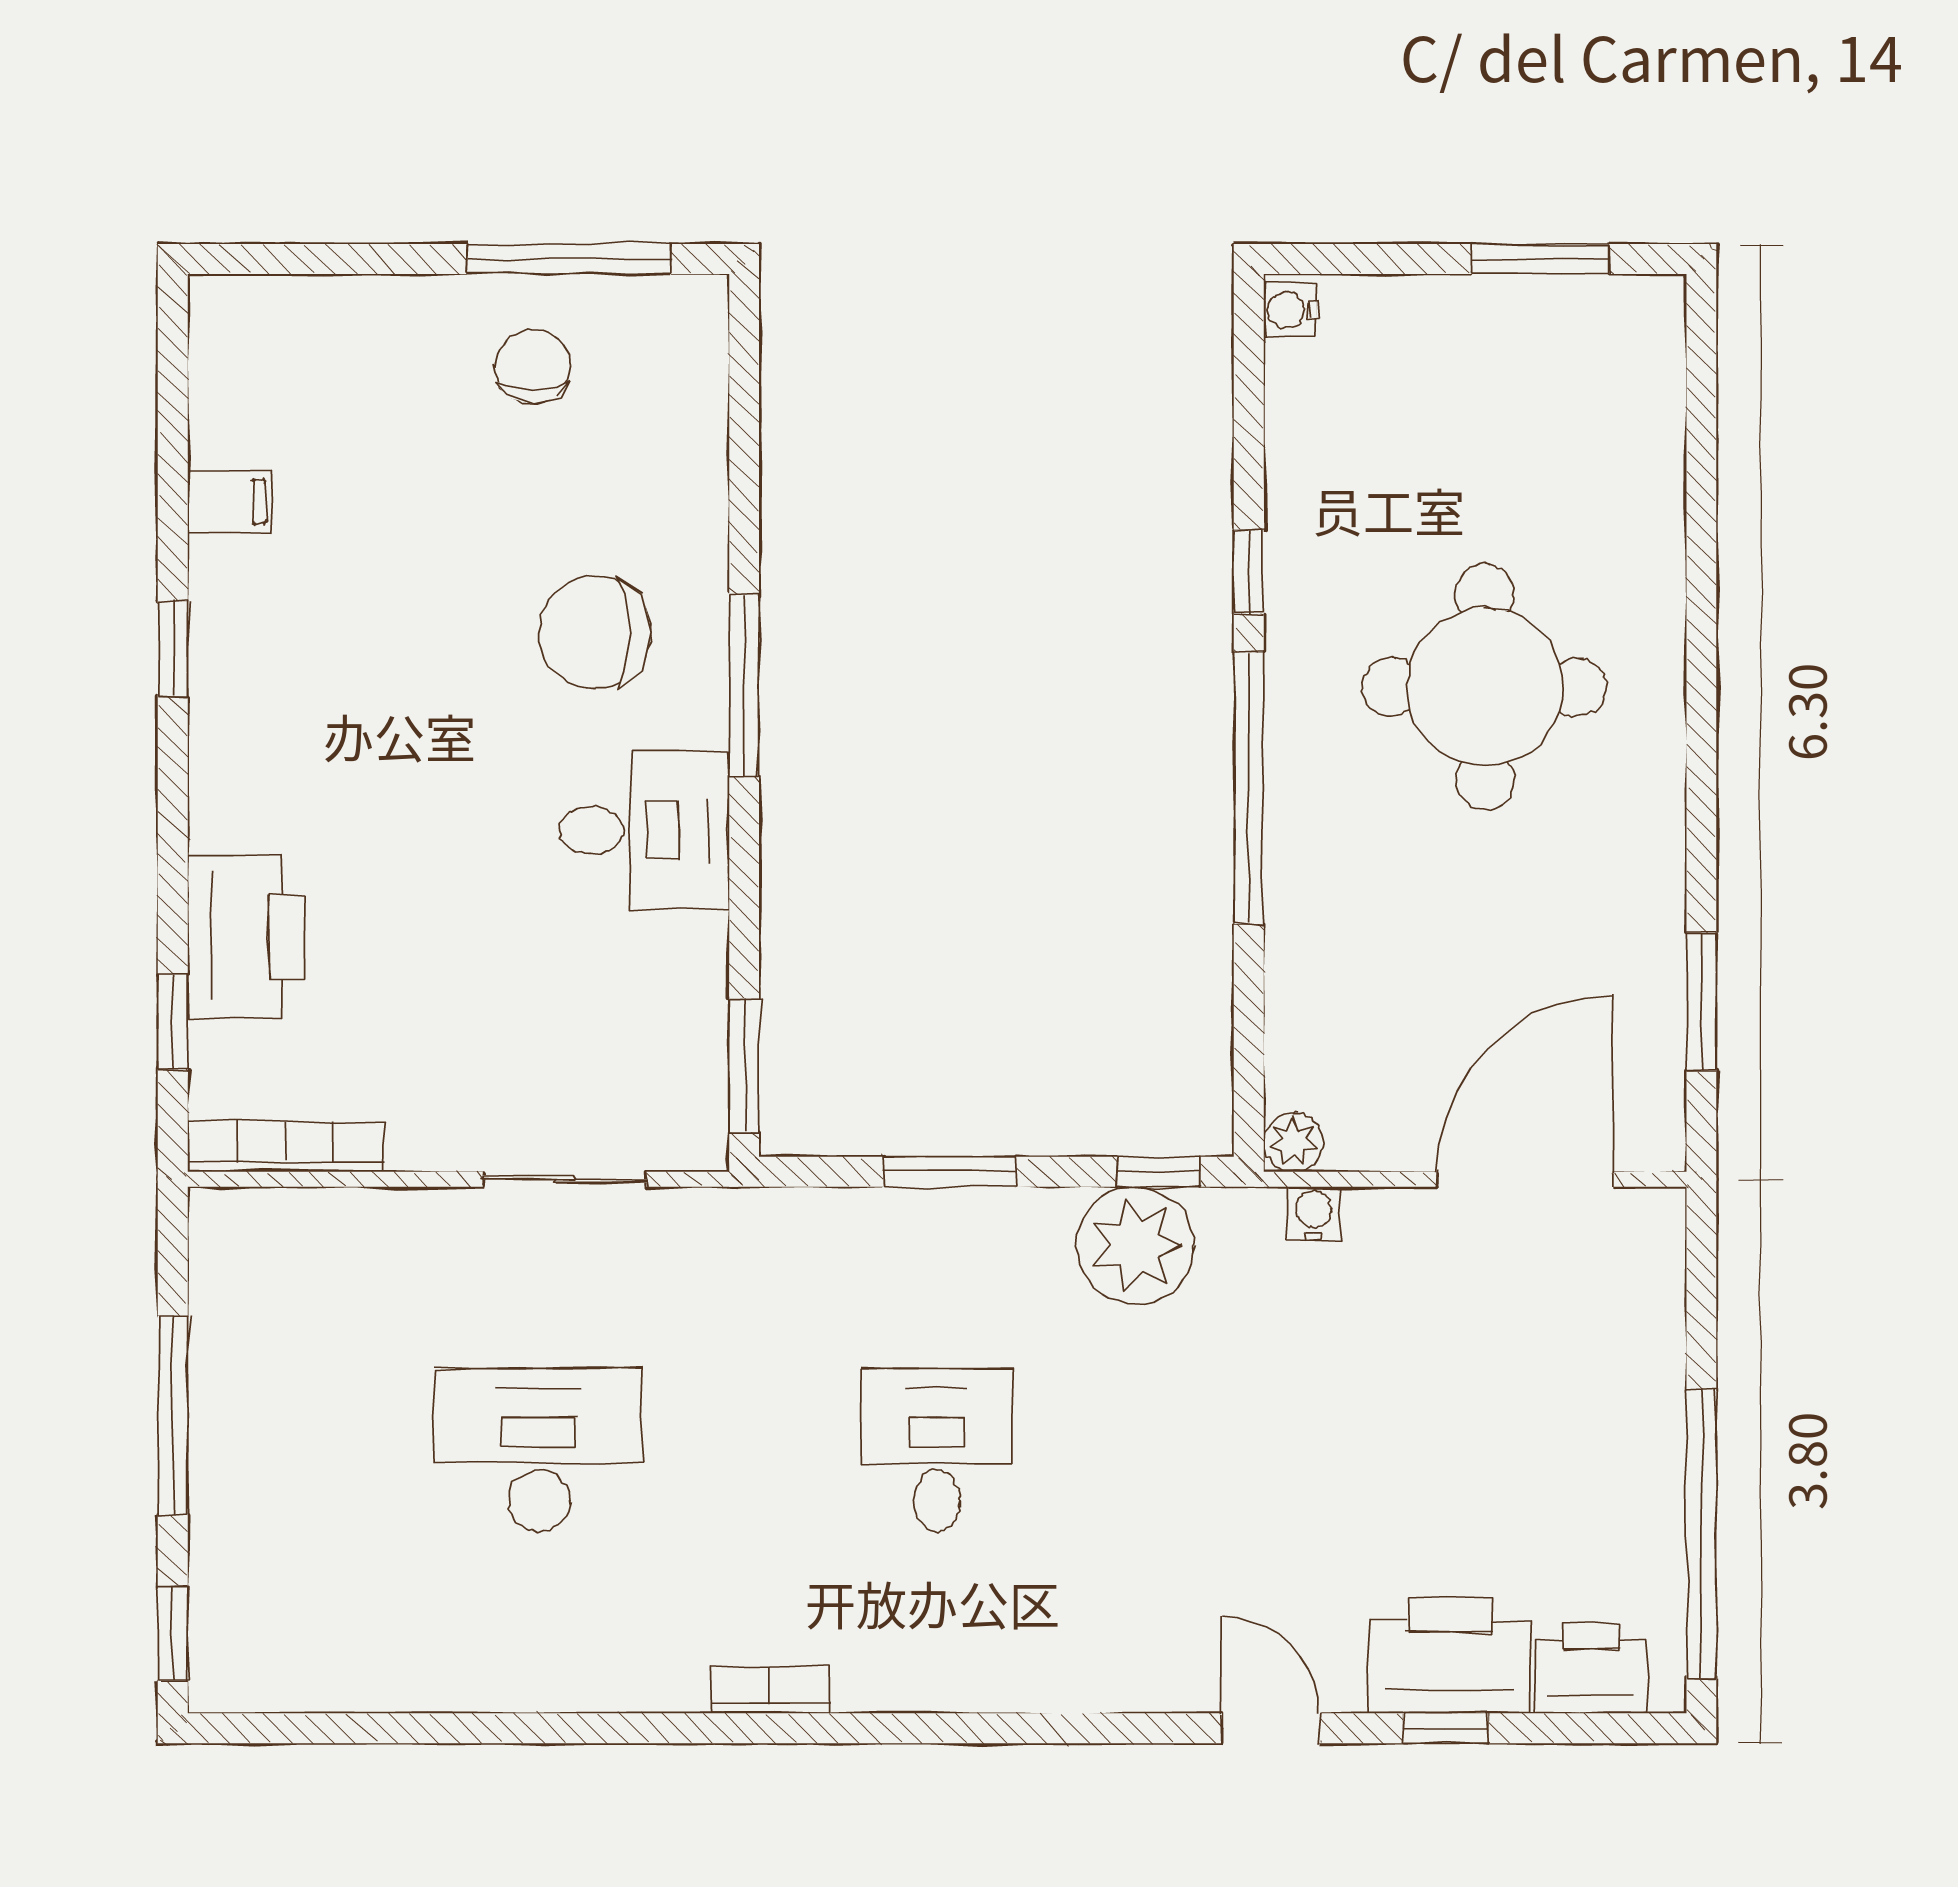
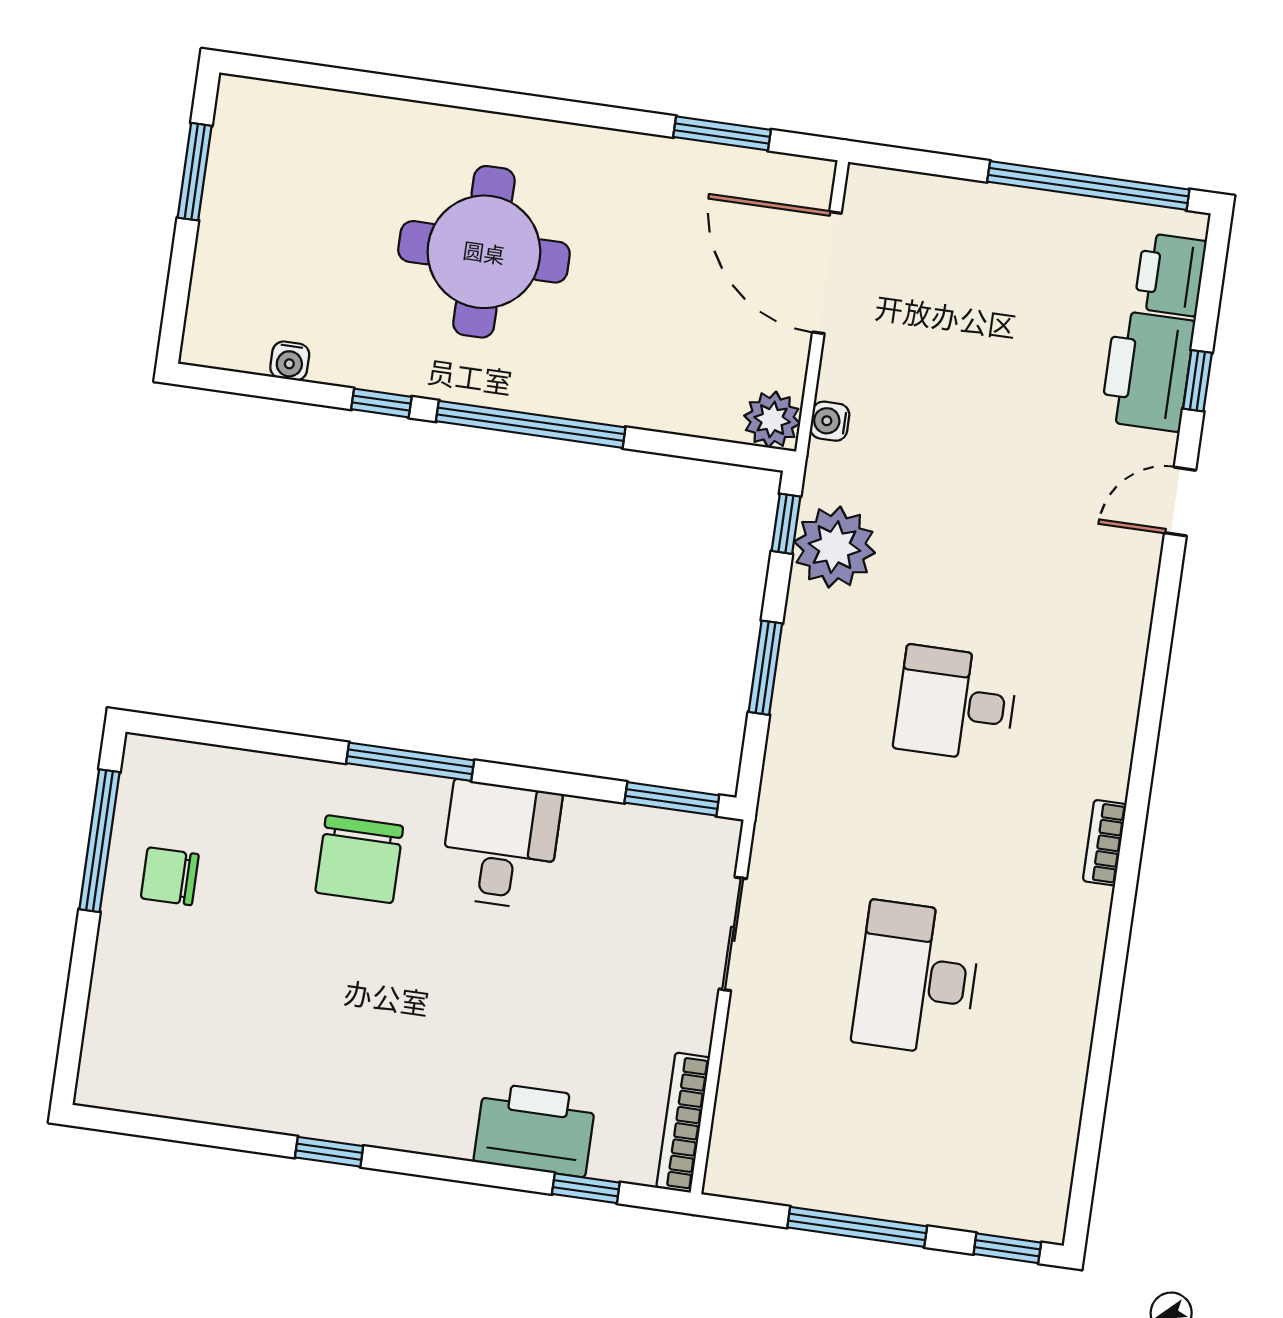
water cooler: (1290, 310) -> (290, 361), moved
filing cabinet: (229, 502) -> (233, 1098), removed
plant: (1293, 1142) -> (772, 420), width x1.38, depth x1.38

